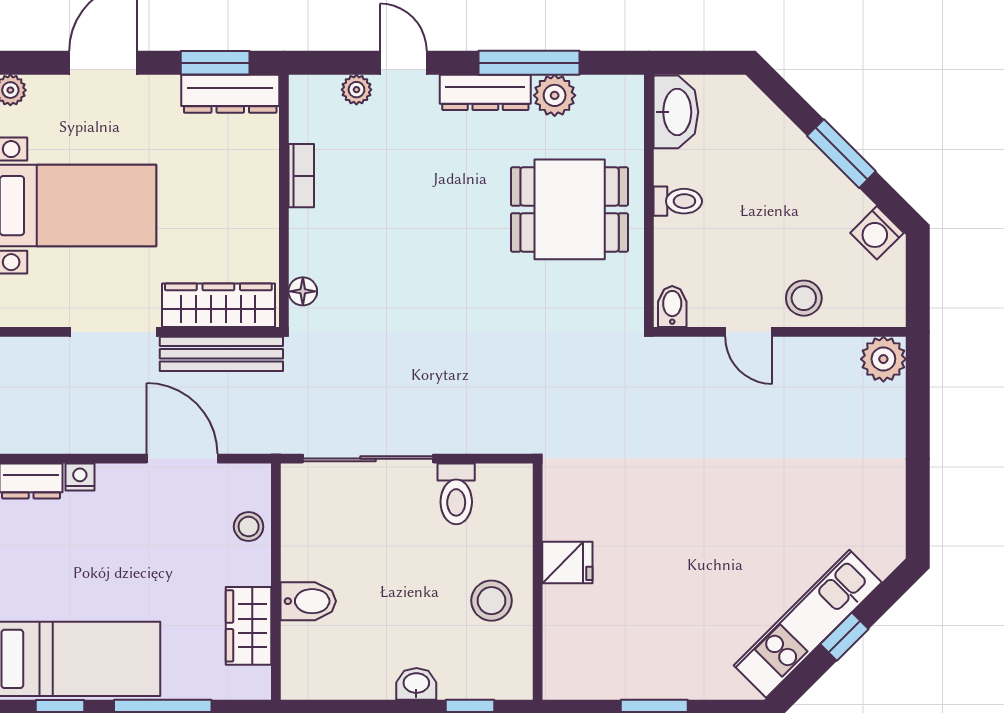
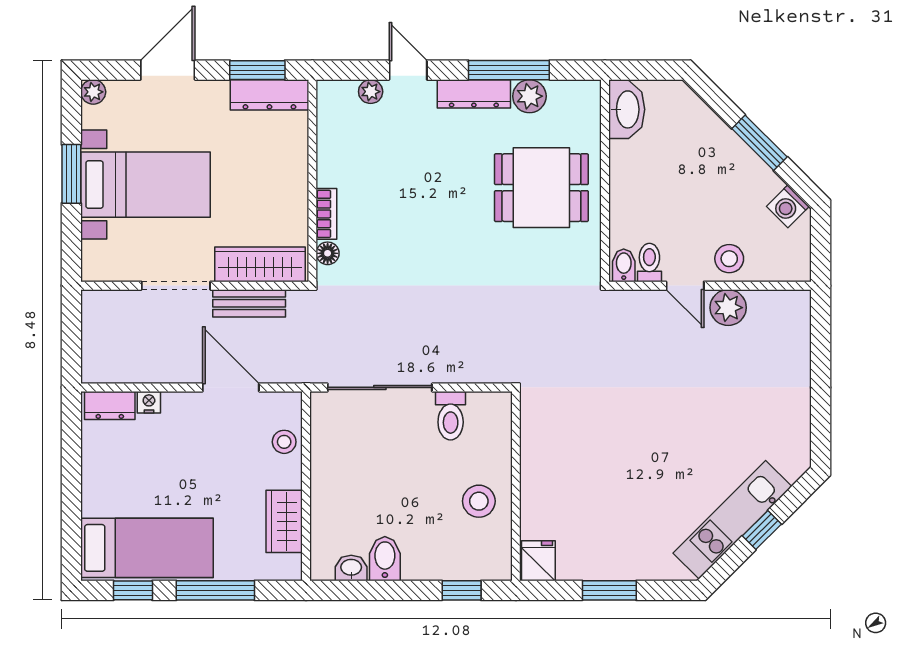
bookcase: (301, 176) -> (326, 214), moved
toilet: (678, 201) -> (649, 263), moved, turned -90
bench: (221, 354) -> (249, 303), width x0.73
plant: (883, 359) -> (728, 308), moved
fridge: (567, 563) -> (538, 561), moved, turned -90
bidet: (308, 601) -> (385, 559), moved, turned -90
washbasin: (416, 684) -> (351, 568), moved

